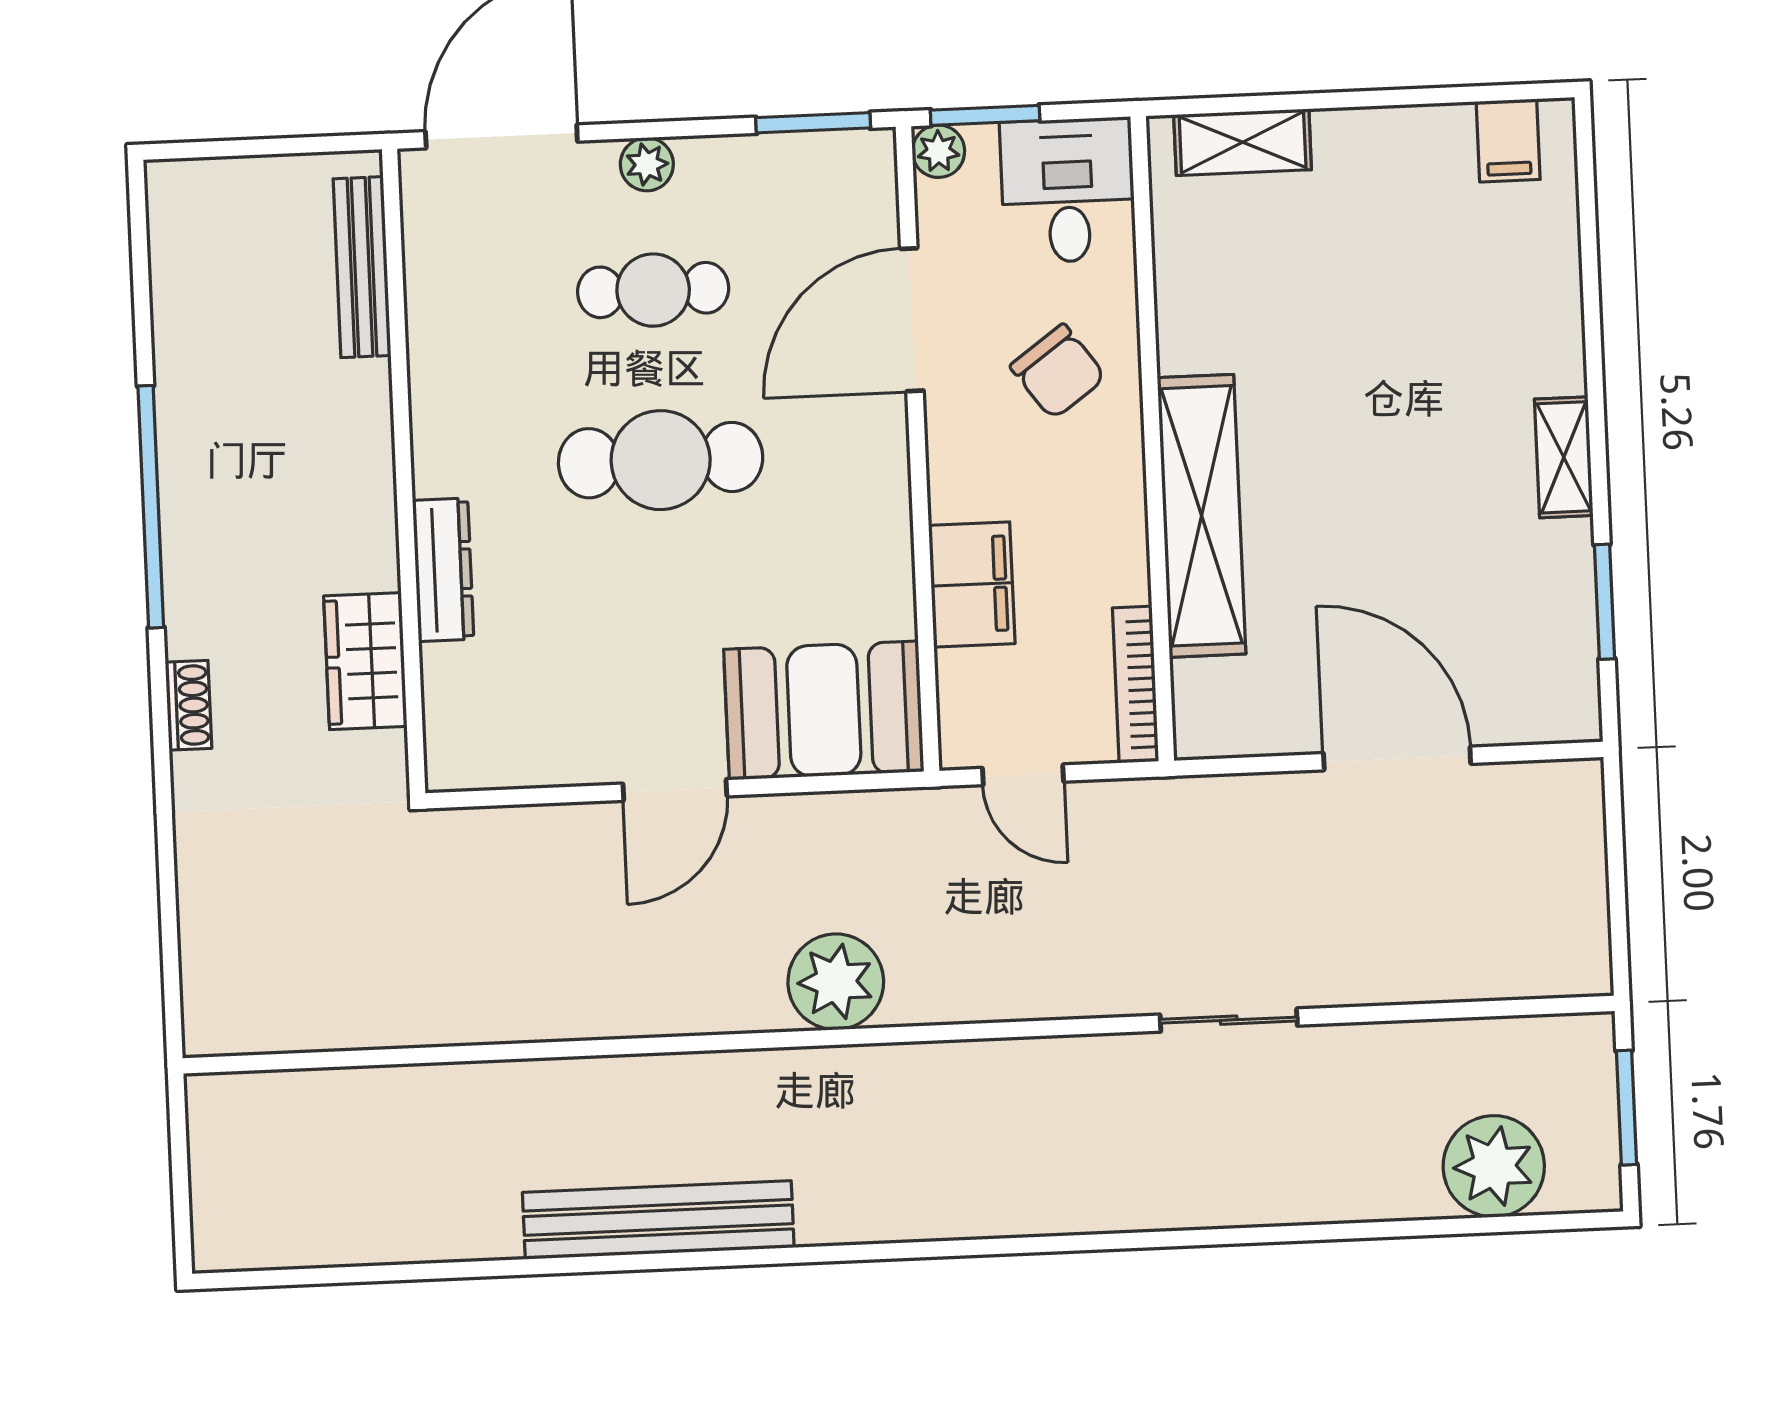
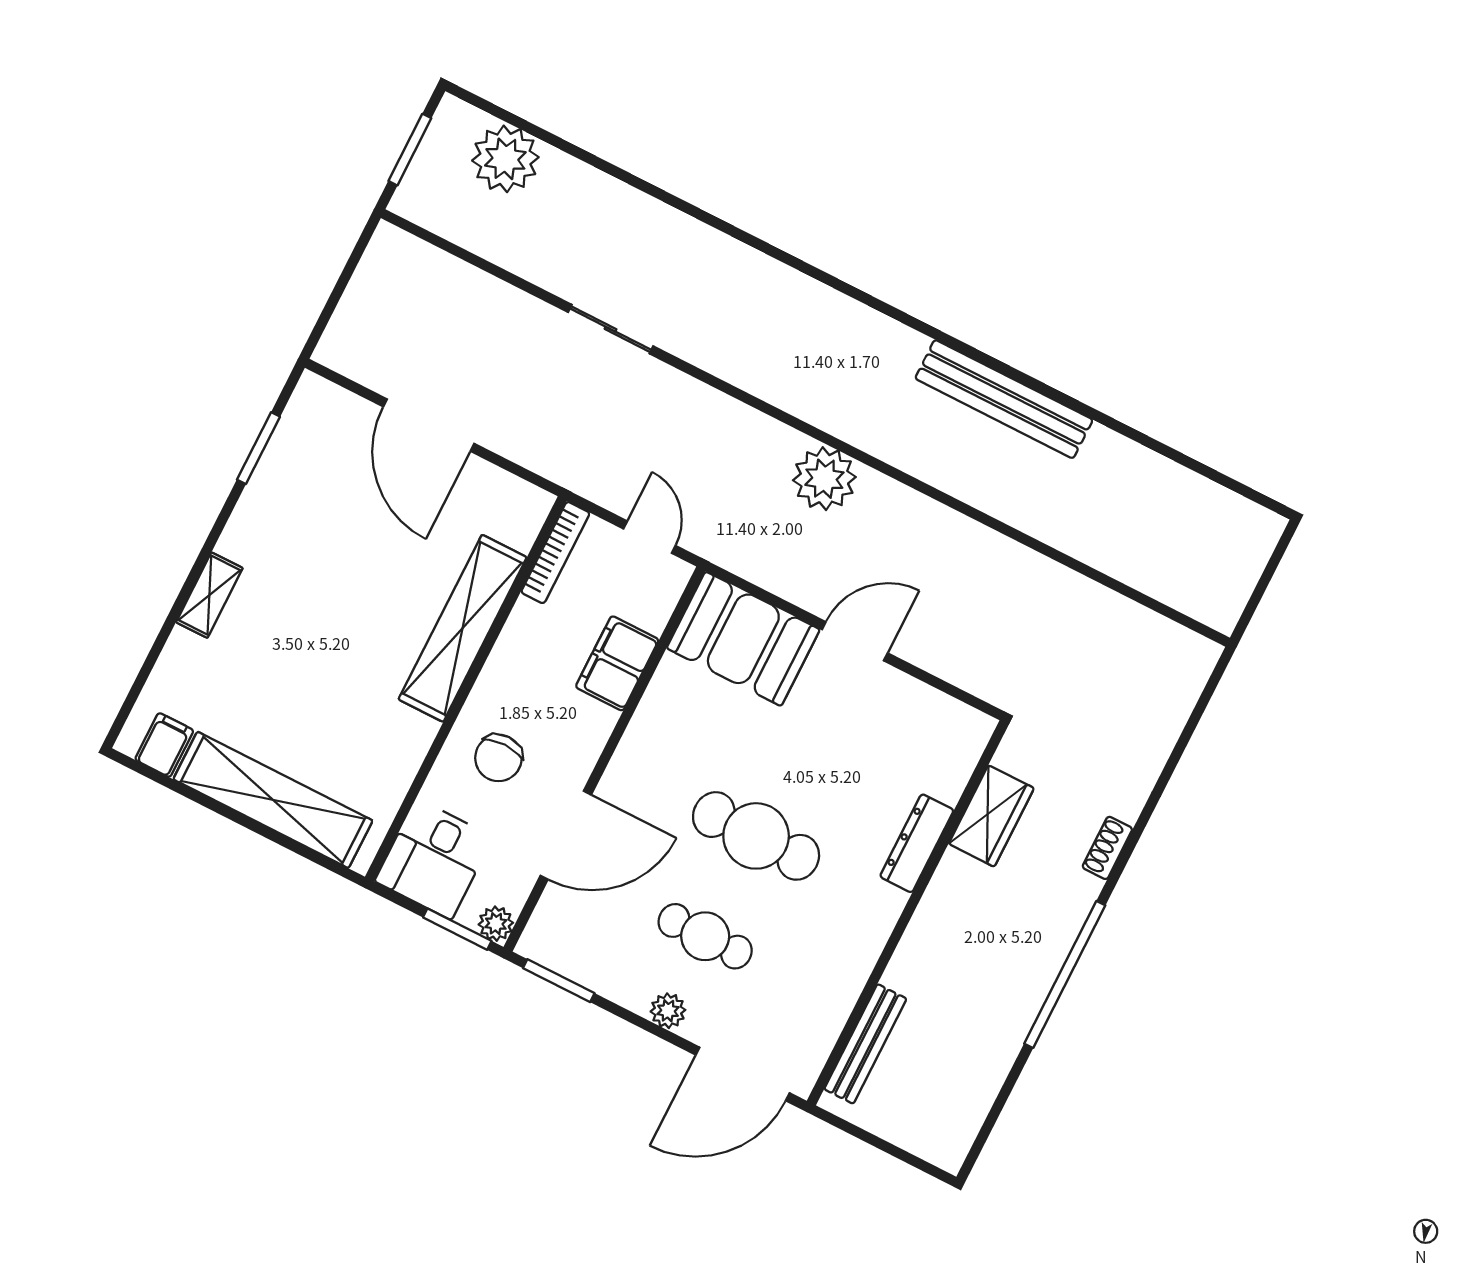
shelving: (1243, 142) -> (273, 800), width x2.20, depth x1.33
chair: (1058, 372) -> (498, 758), turned -144
shelving: (1564, 457) -> (209, 595), moved

